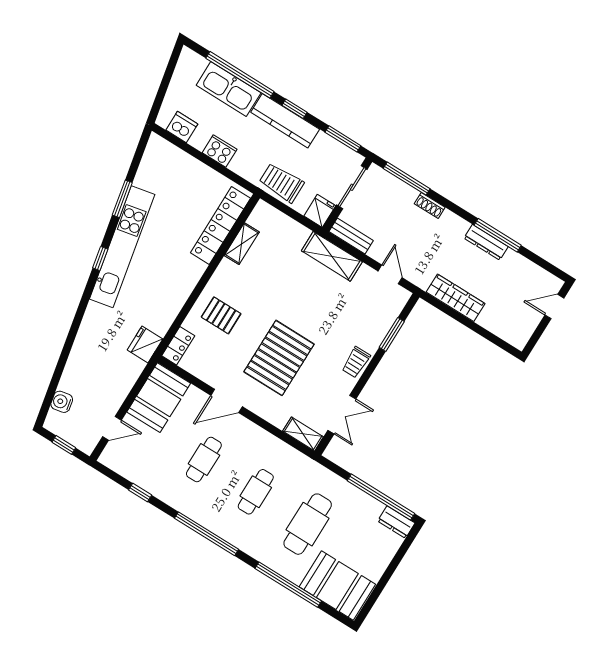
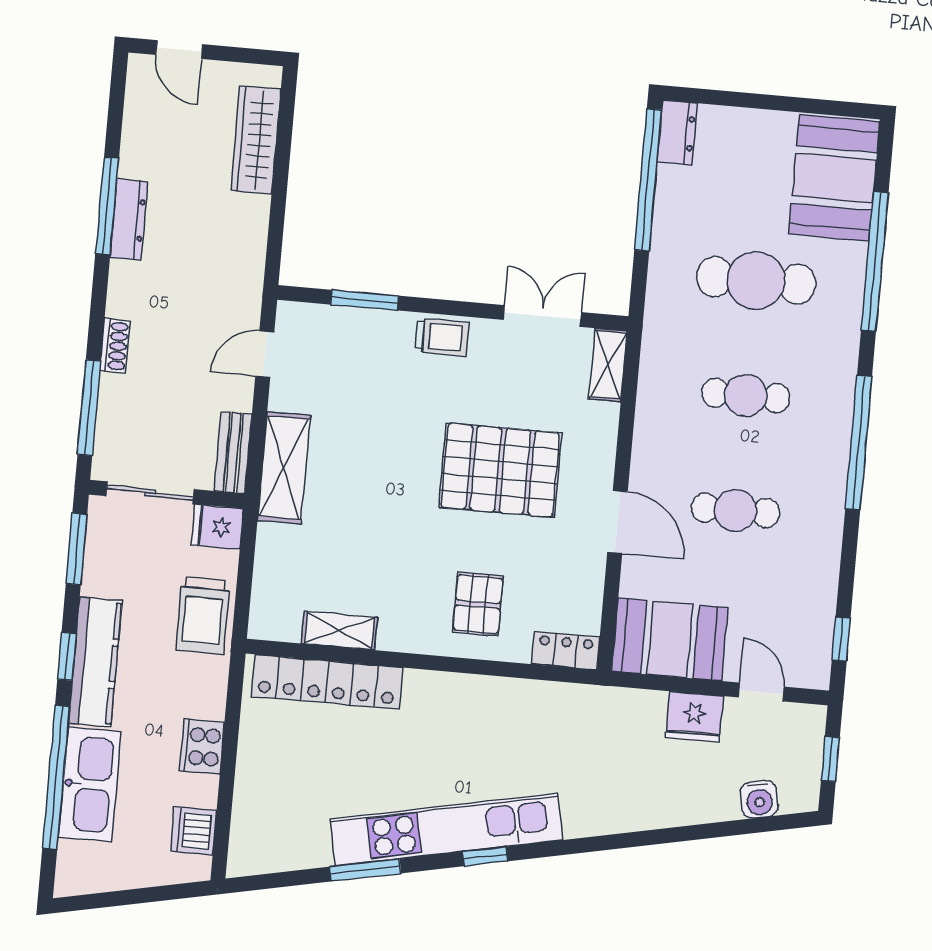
wardrobe: (456, 298) -> (256, 140), moved
fridge: (145, 345) -> (694, 717), moved
window: (140, 492) -> (841, 639), moved

